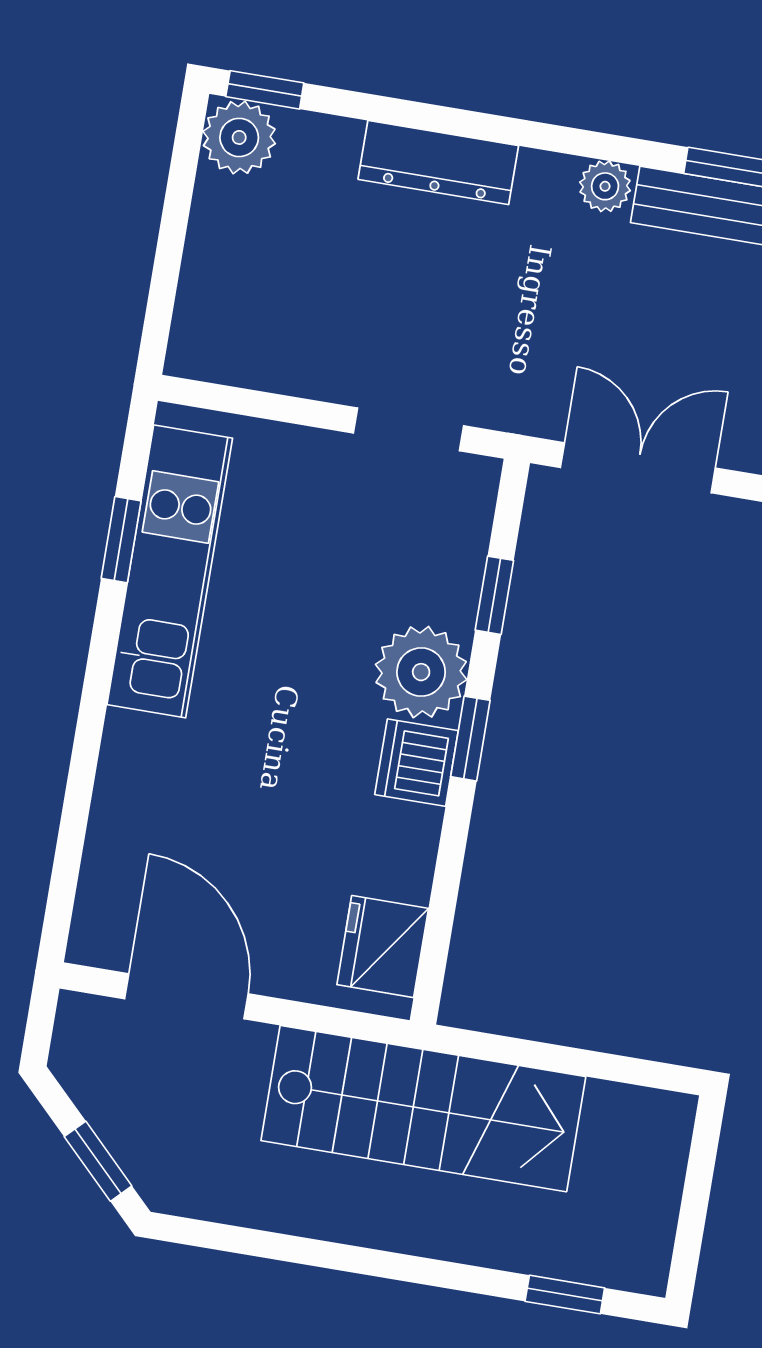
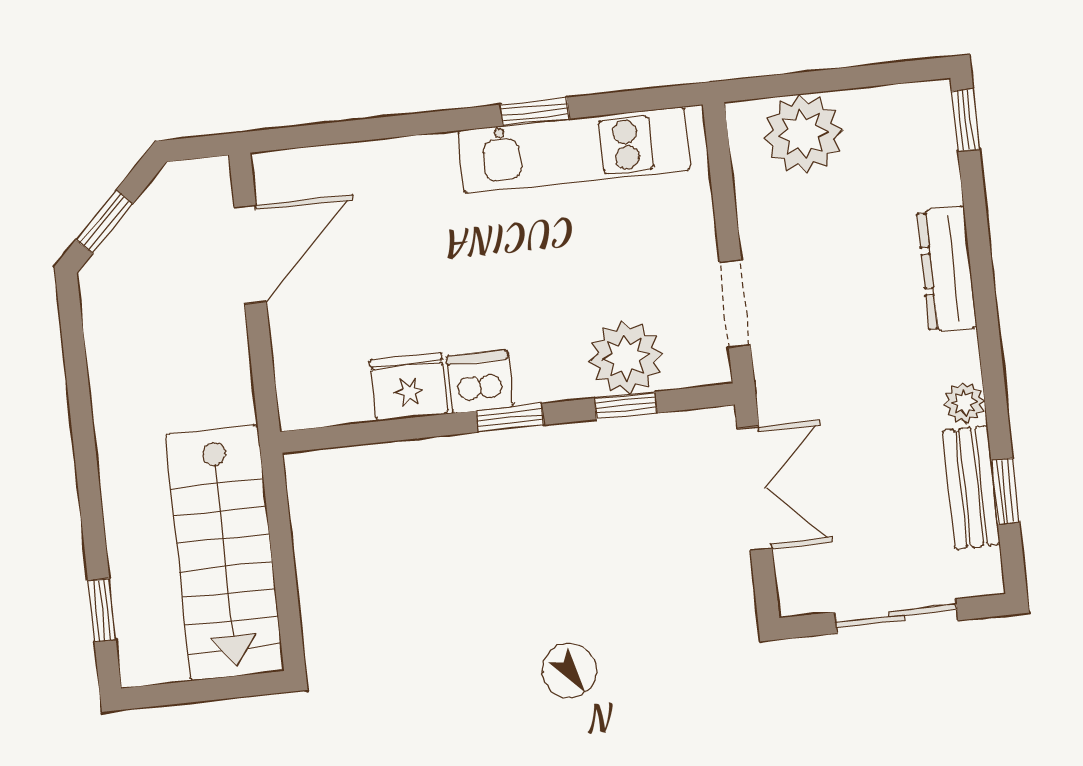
plant: (239, 137) -> (803, 134), moved, width x1.36, depth x1.36
window: (121, 540) -> (535, 112), moved
plant: (421, 672) -> (626, 358), moved
fridge: (383, 946) -> (409, 387), moved
stairs: (423, 1109) -> (224, 553), moved

